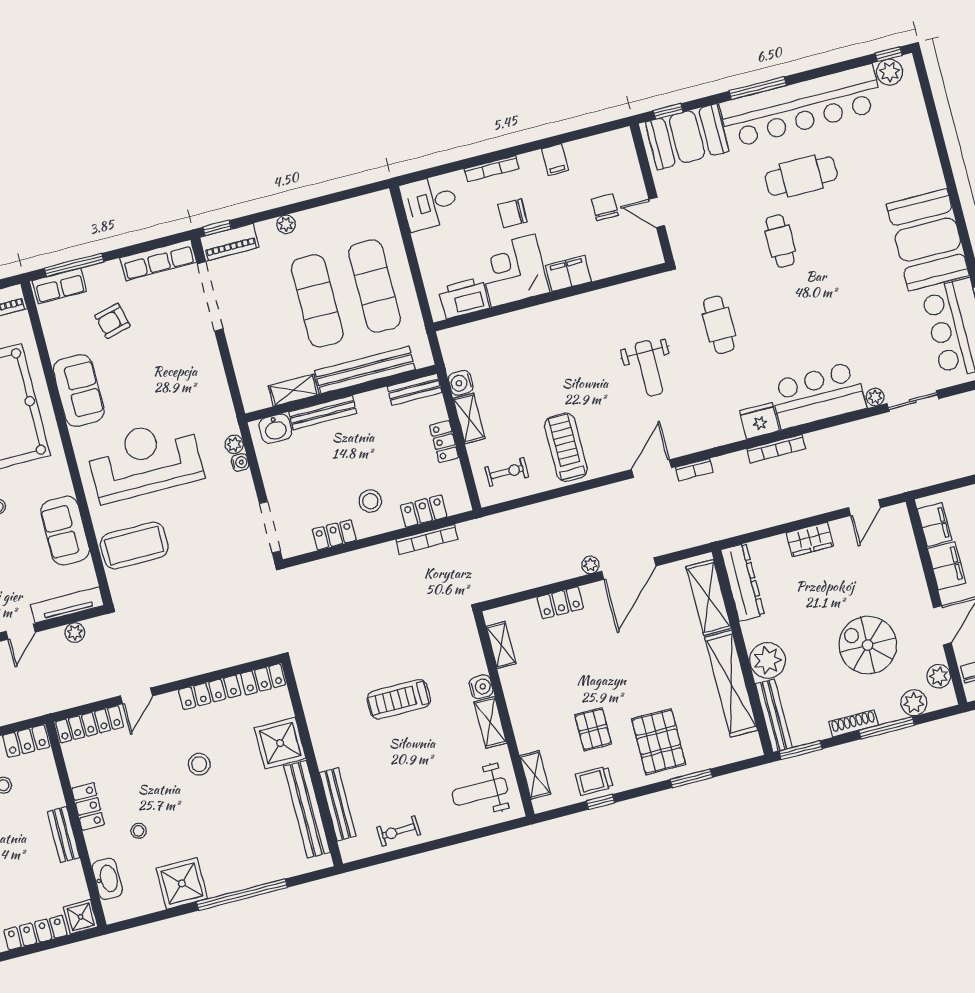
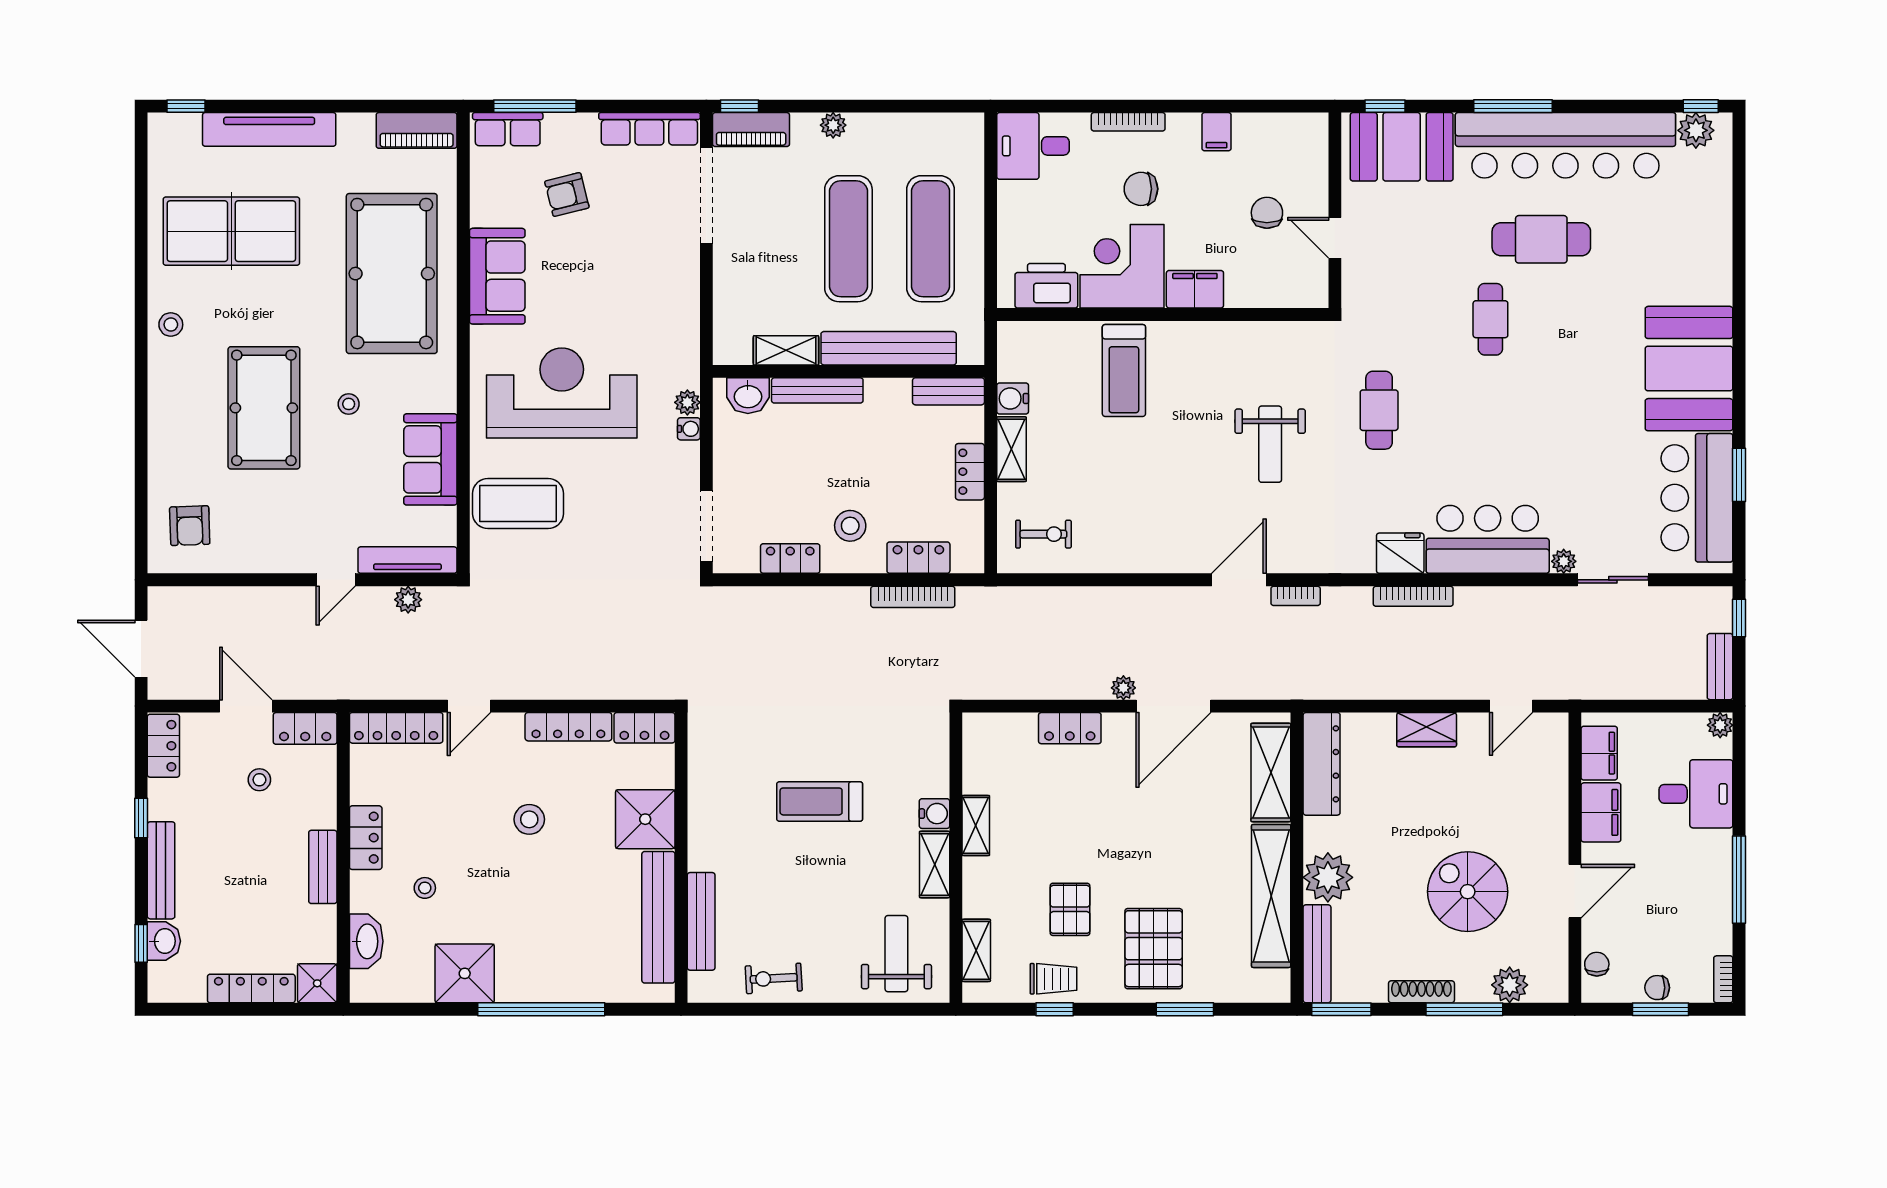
treadmill: (566, 447) -> (1124, 370), moved, turned 180
shelving: (501, 645) -> (976, 825), moved
plant: (939, 676) -> (1552, 958), removed
trolley: (594, 781) -> (1053, 979), turned 180
weight bench: (480, 792) -> (896, 954), turned 90

